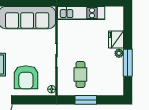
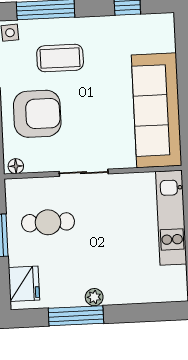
fridge: (116, 39) -> (24, 284), moved, turned 90
armchair: (26, 77) -> (37, 114), turned 180

